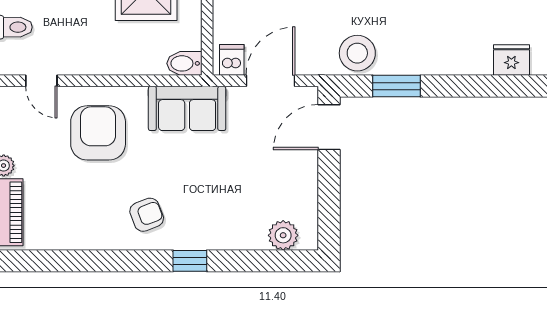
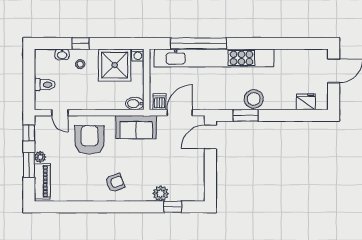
stool: (357, 53) -> (254, 99), moved
plant: (283, 235) -> (161, 193), moved
window: (190, 261) -> (173, 207), moved

